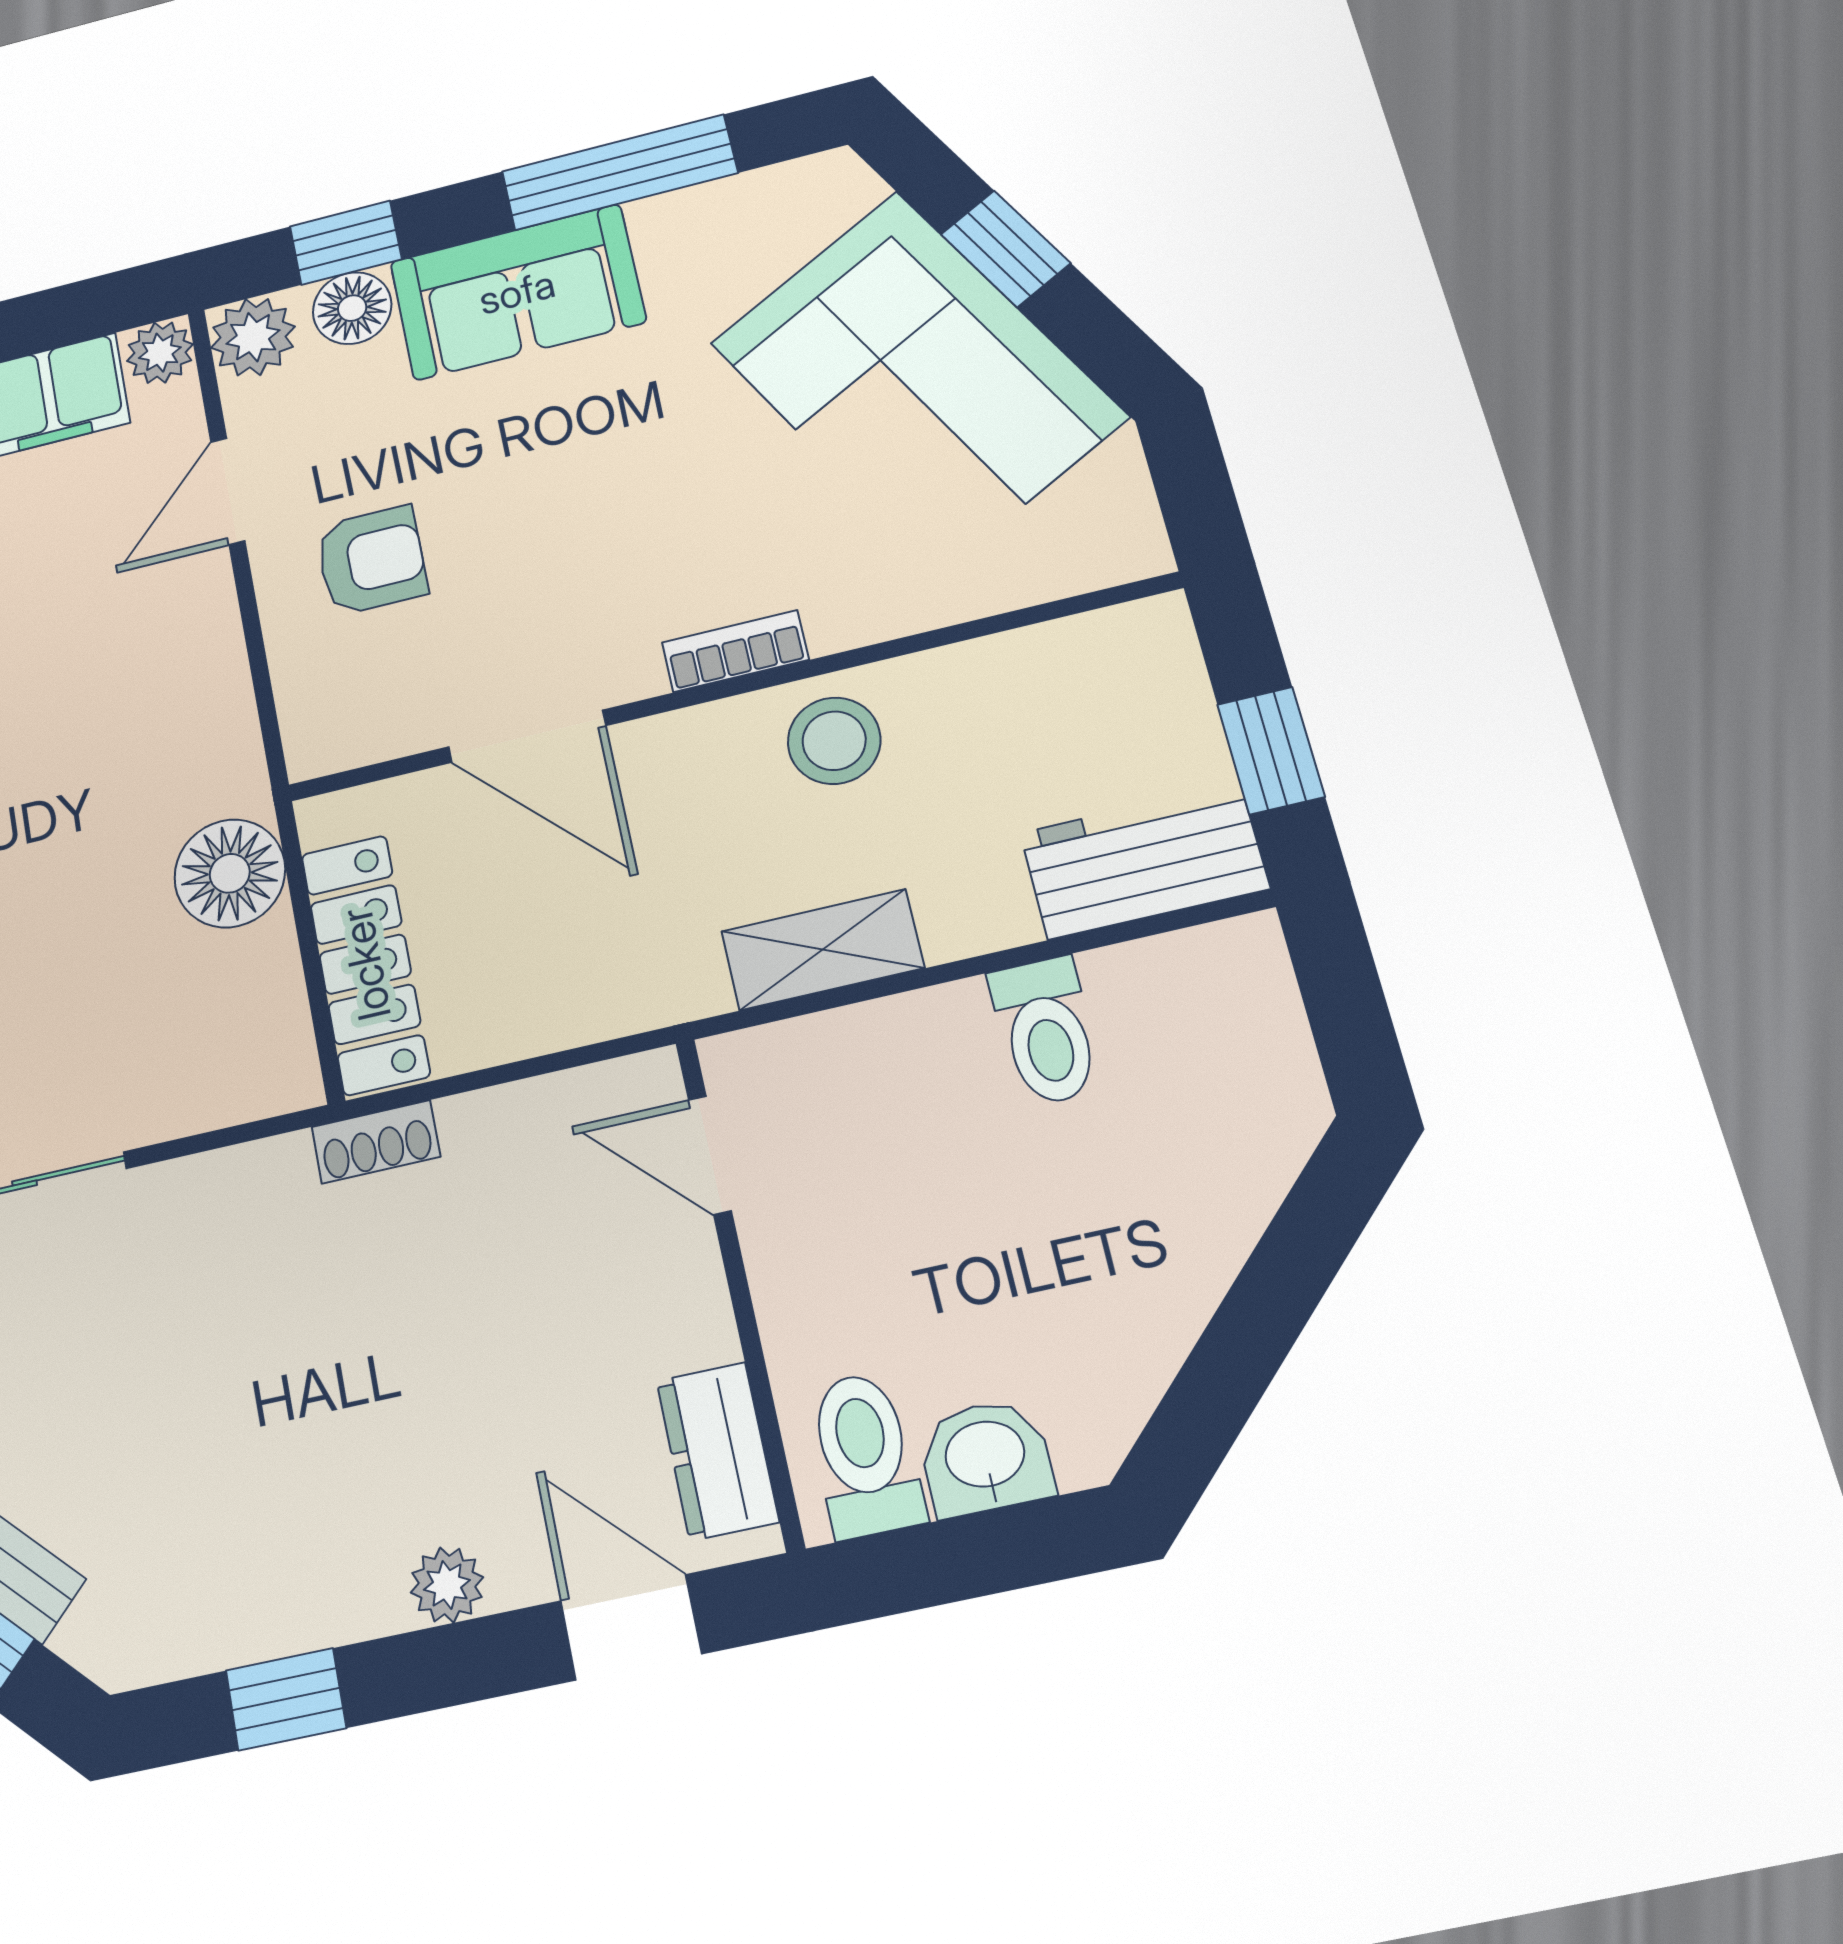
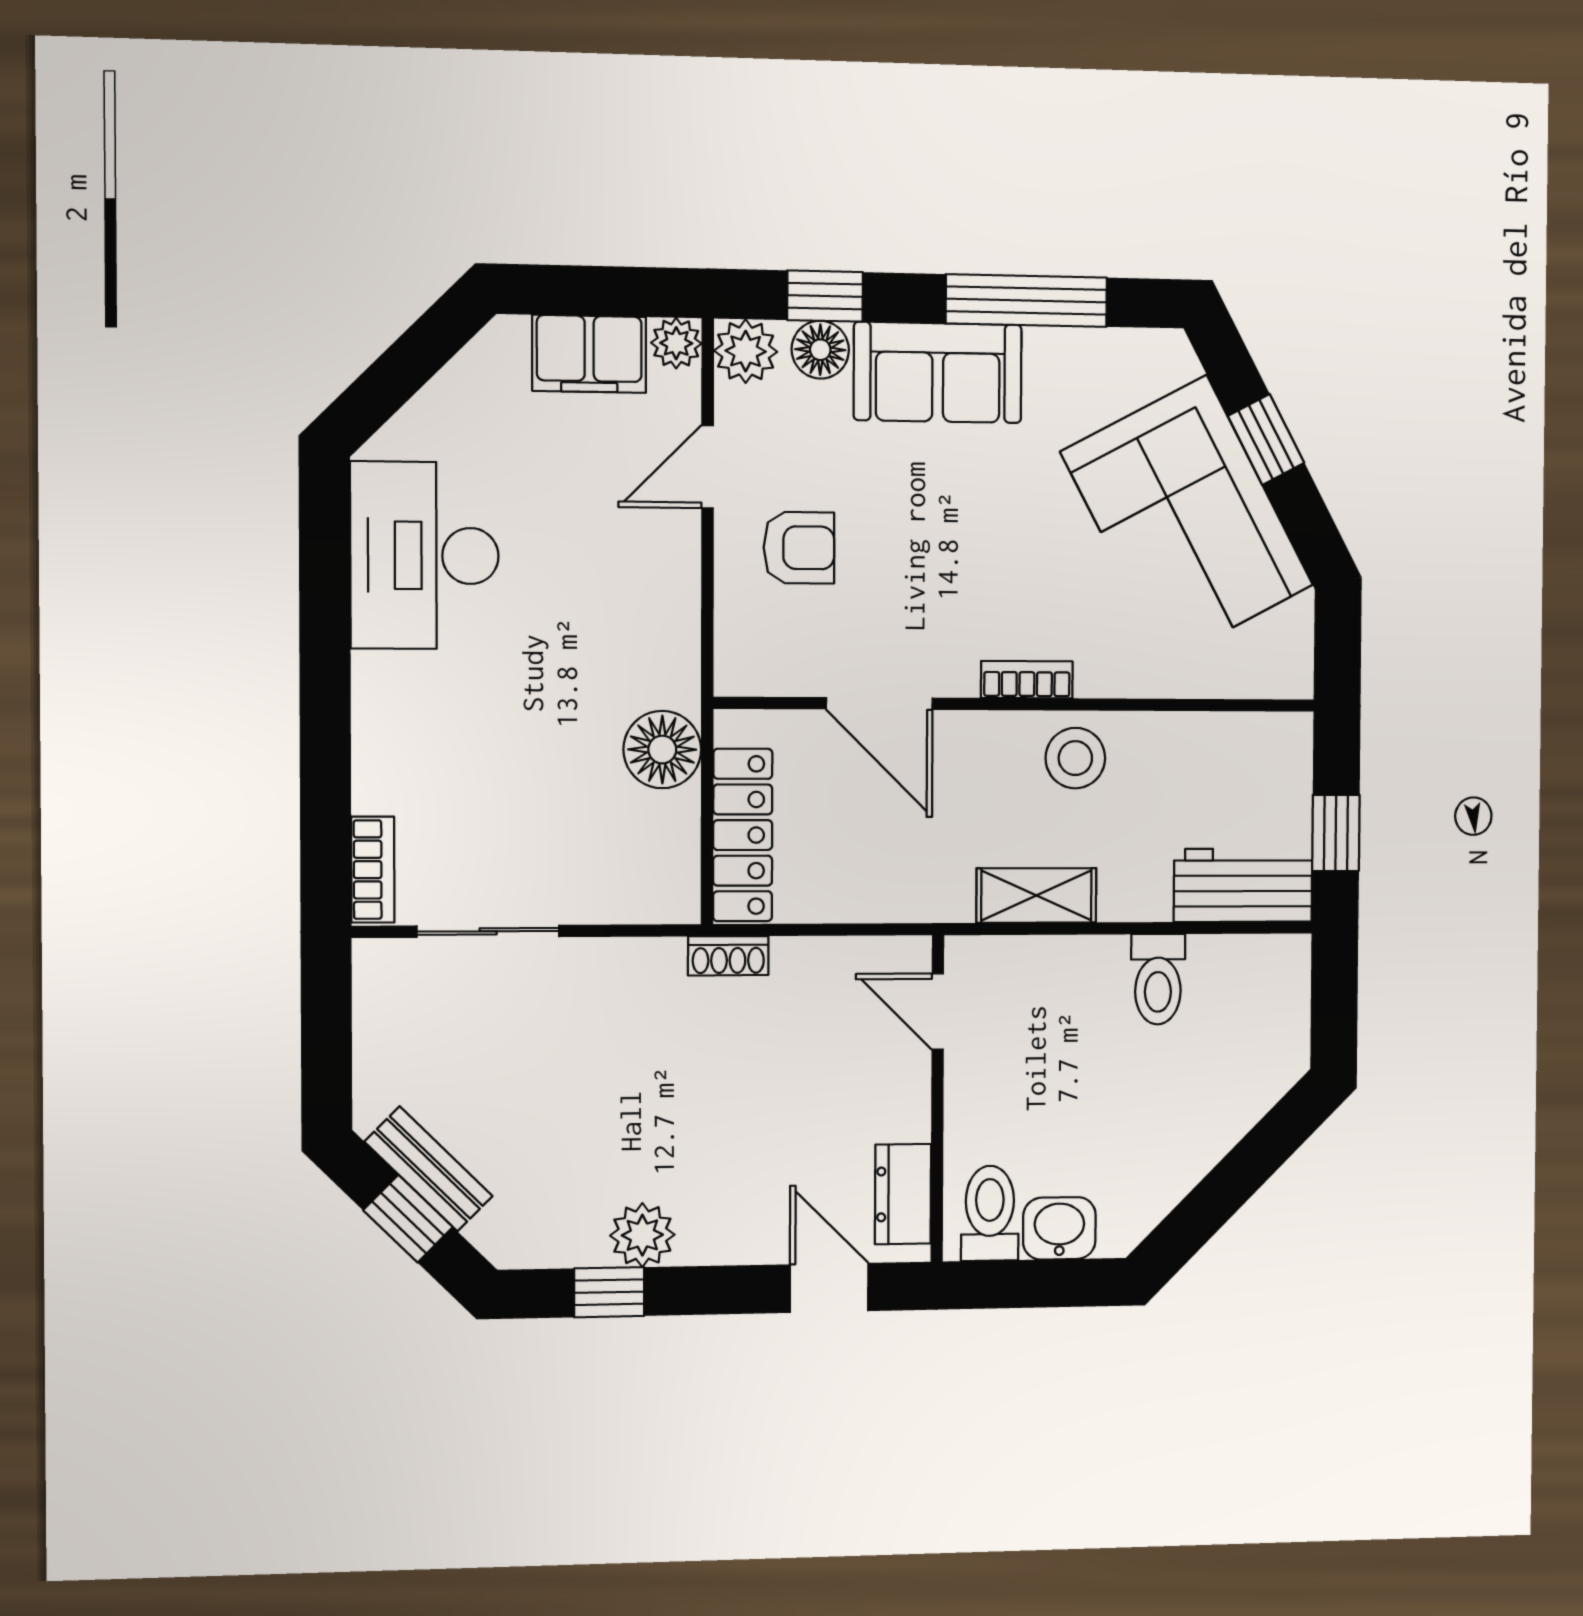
plant: (447, 1585) -> (642, 1235), moved, width x1.38, depth x1.38

